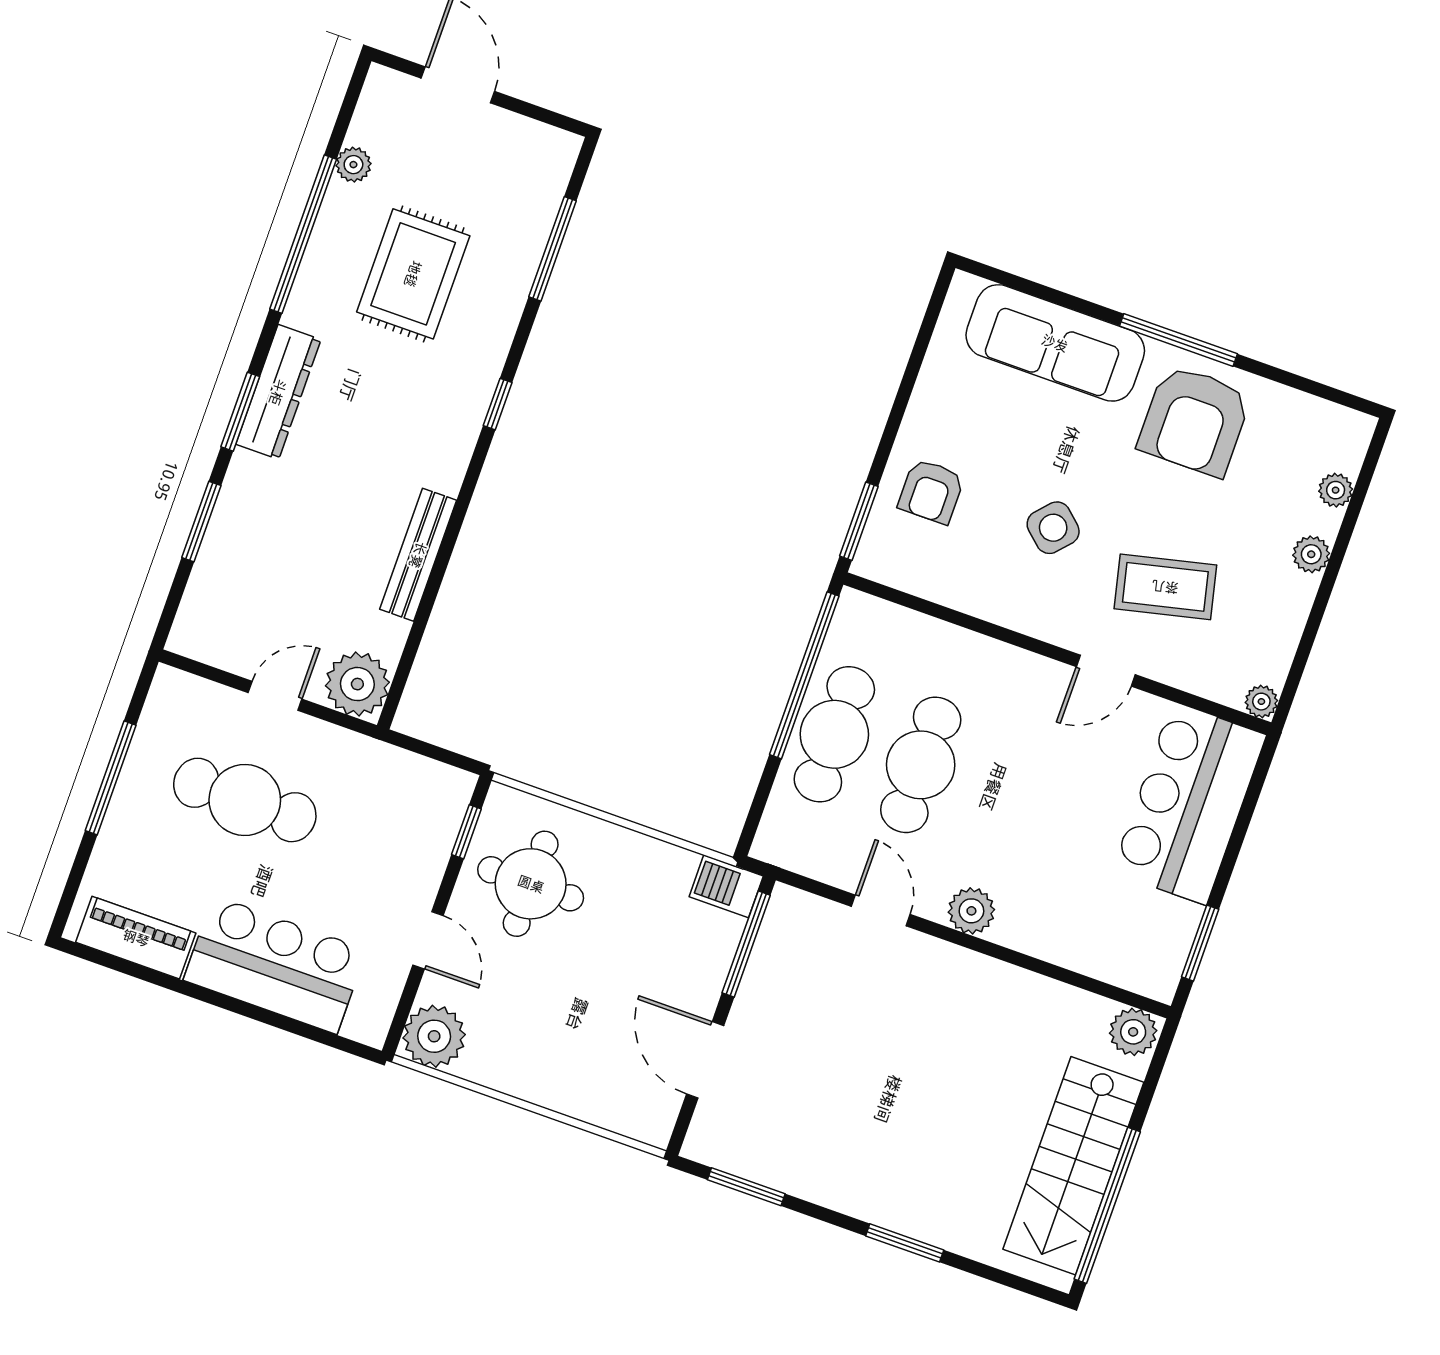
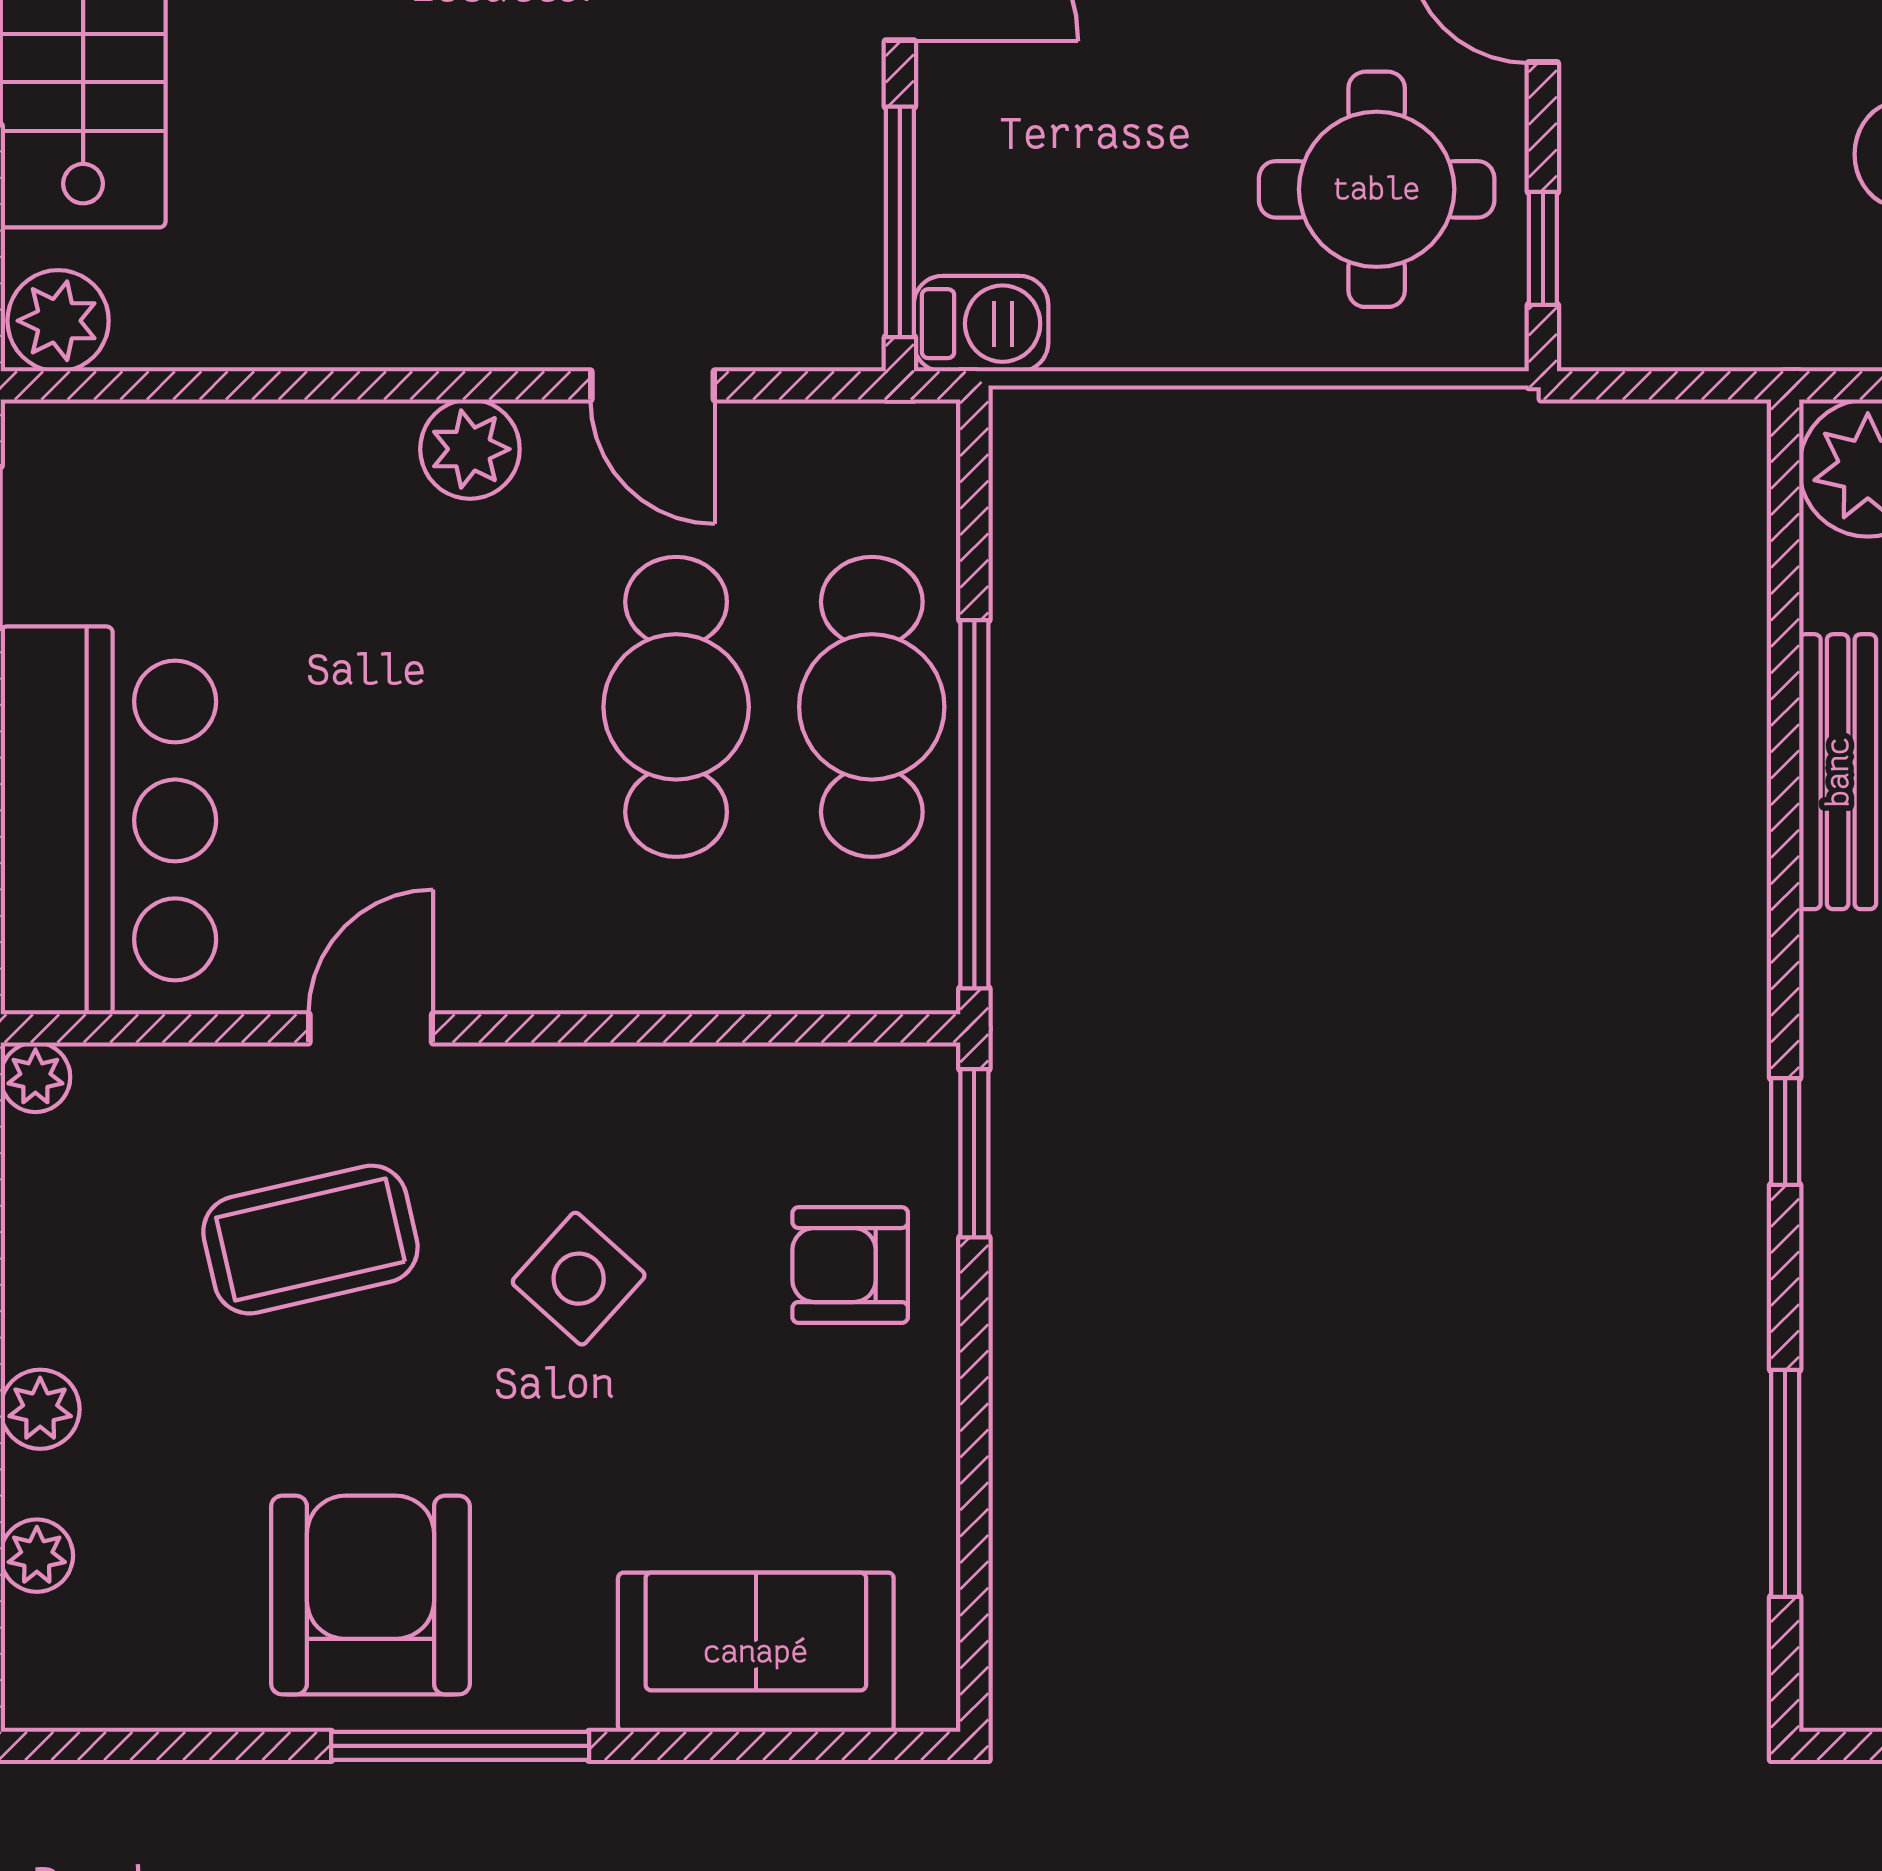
sofa: (1055, 343) -> (756, 1652), width x0.73
armchair: (931, 491) -> (850, 1265), turned -90

